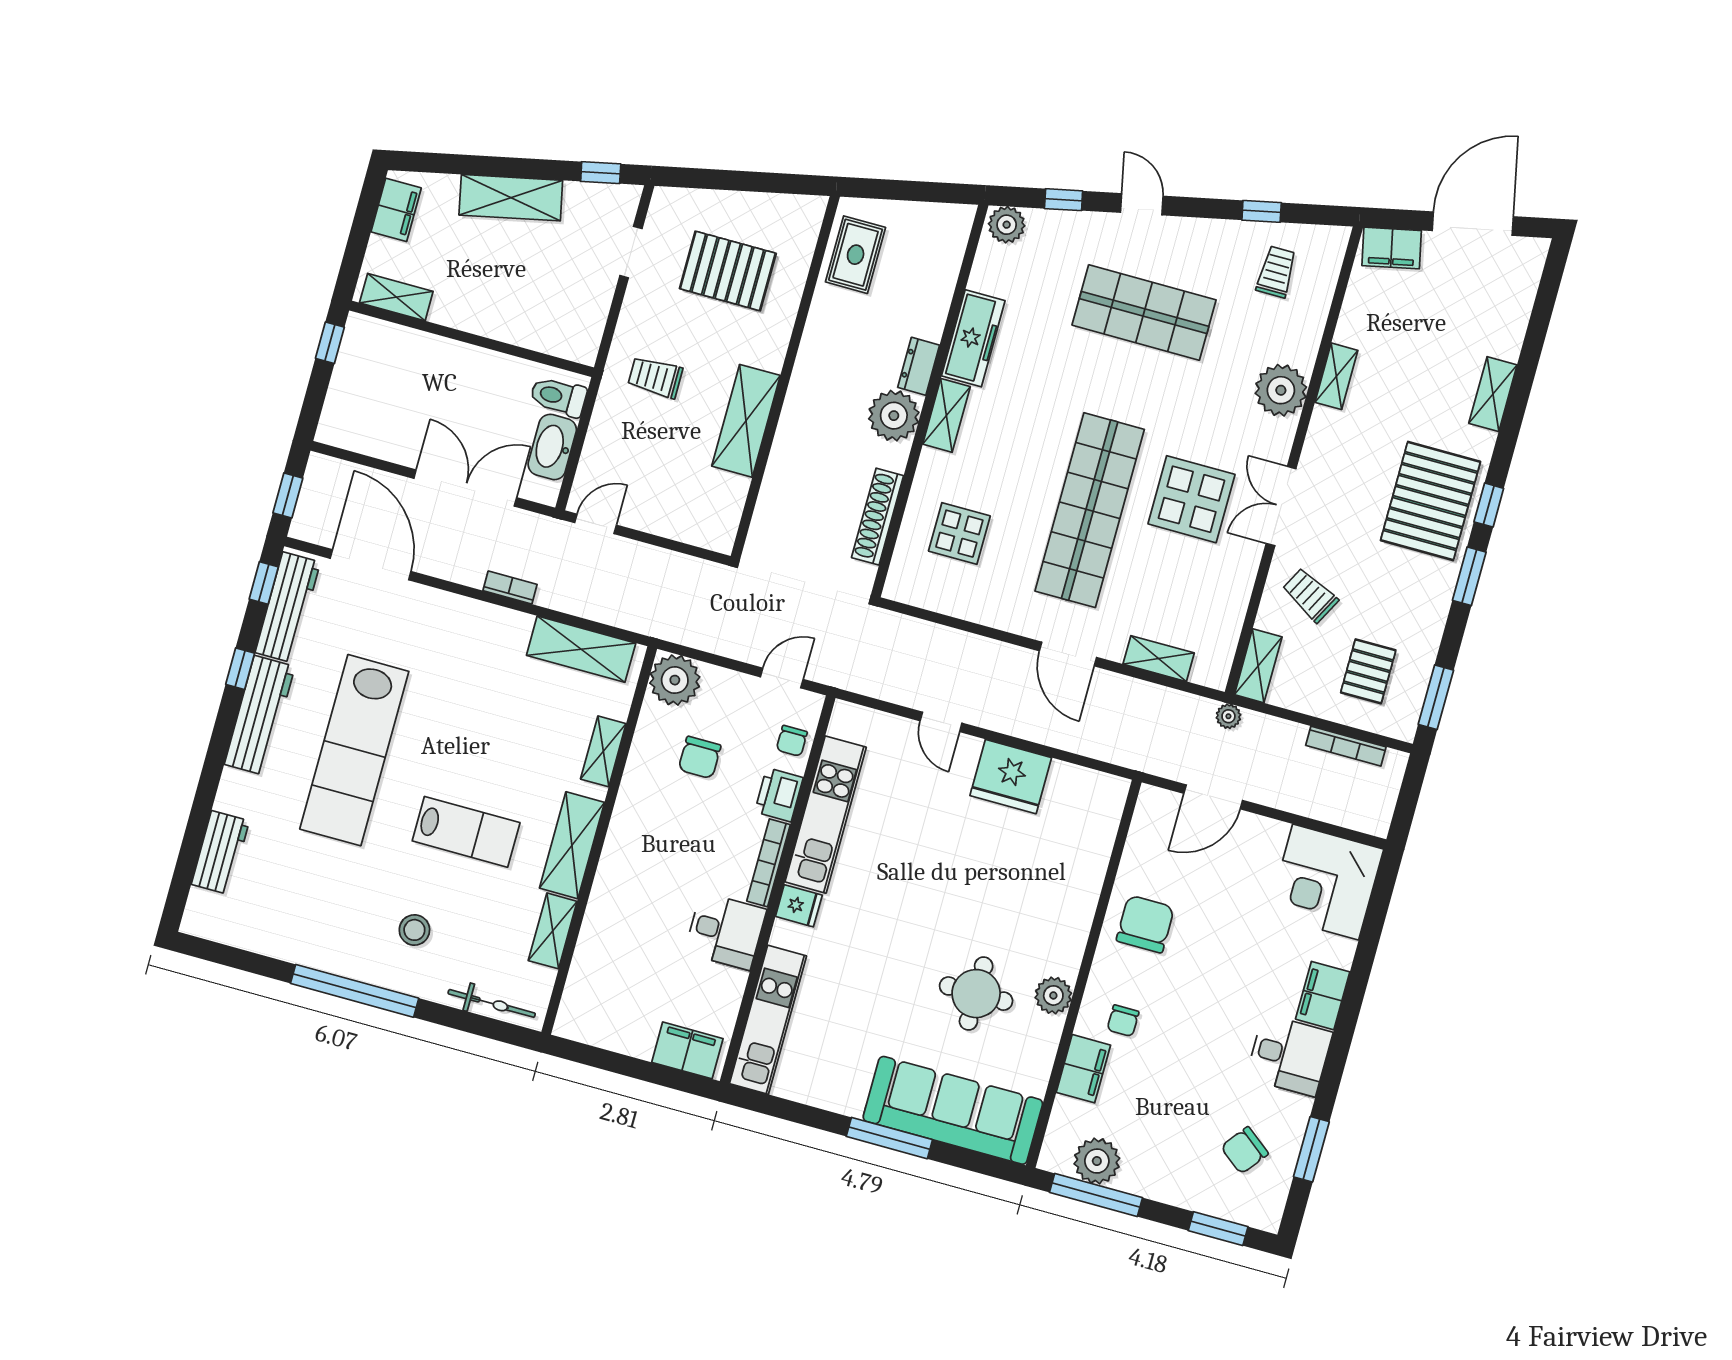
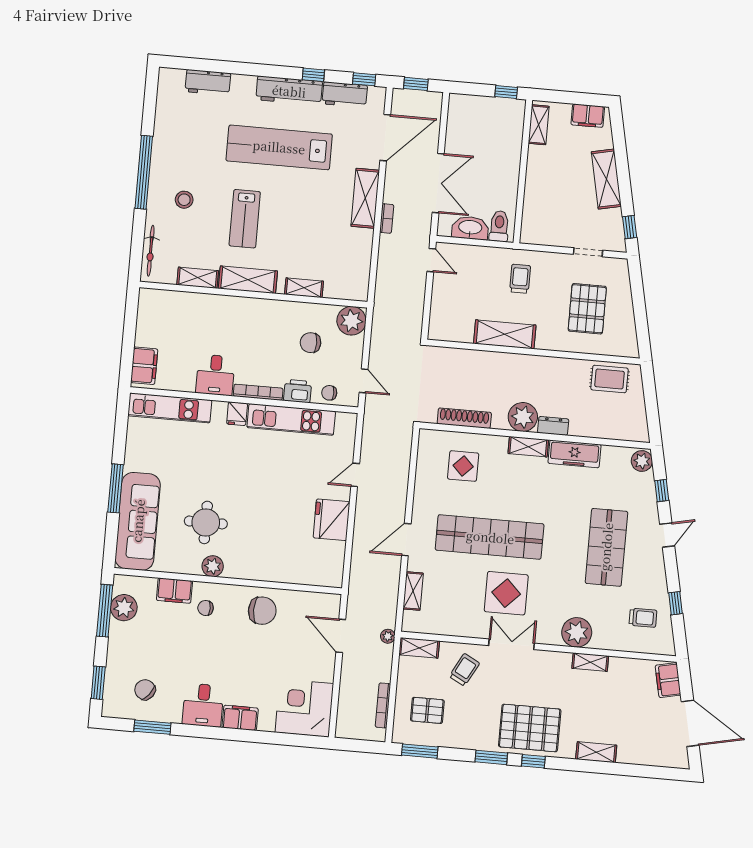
workbench: (288, 607) -> (345, 95), width x0.73
shelving: (581, 649) -> (365, 198), moved

